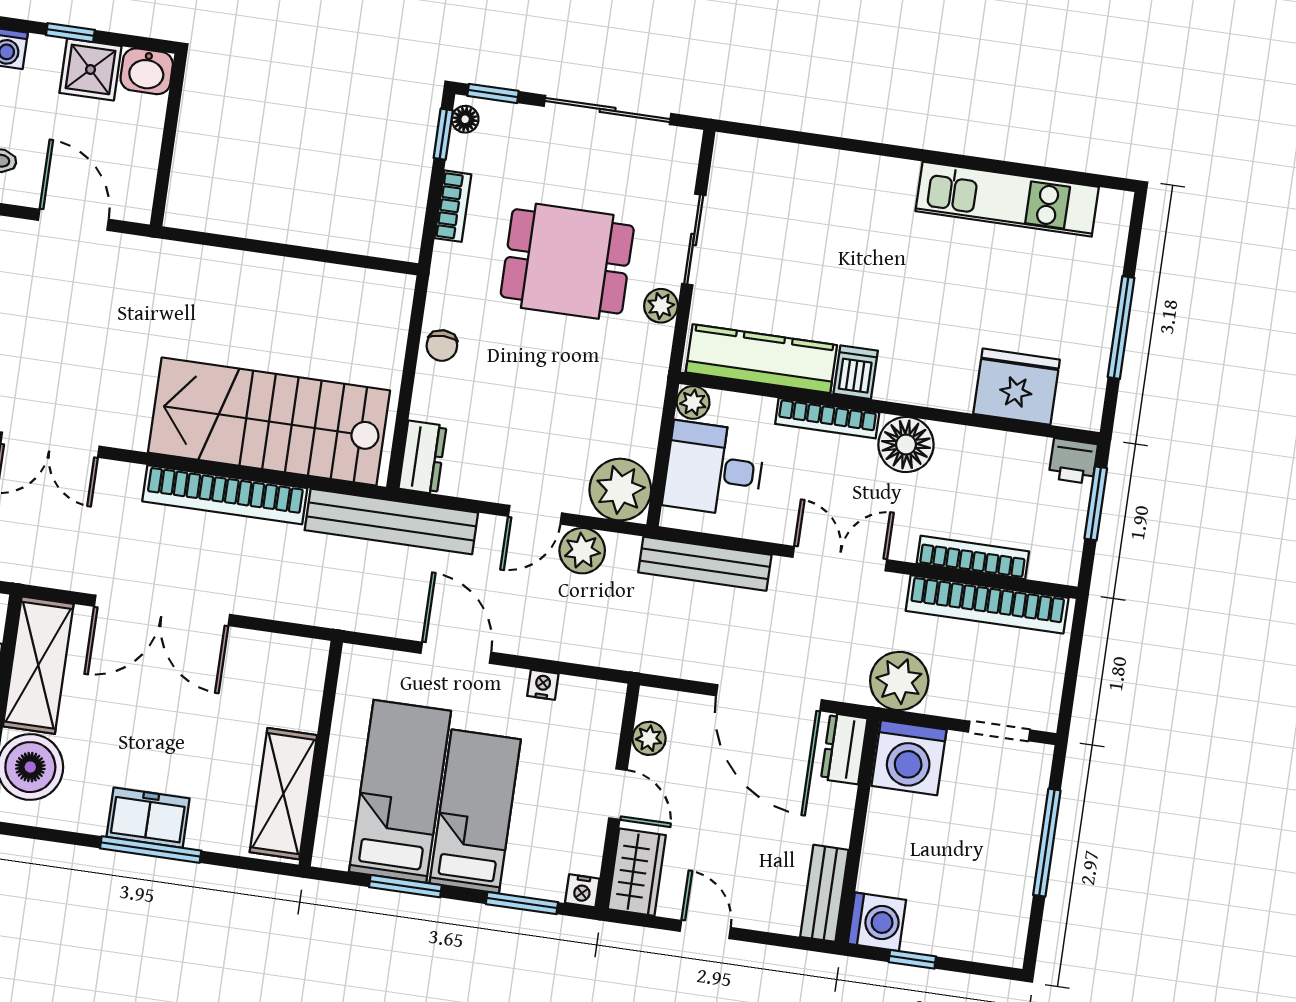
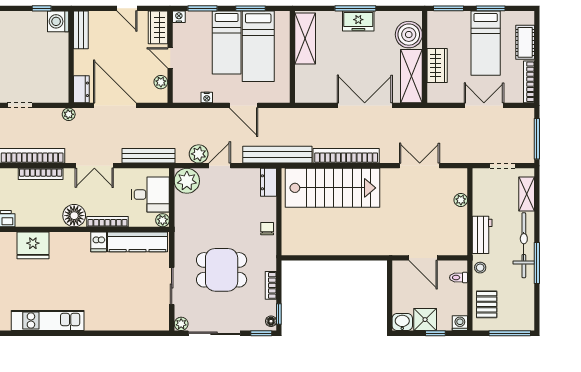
plant: (661, 306) -> (181, 324), moved
plant: (899, 681) -> (69, 114), width x0.53, depth x0.53
washing machine: (909, 758) -> (55, 89), removed

